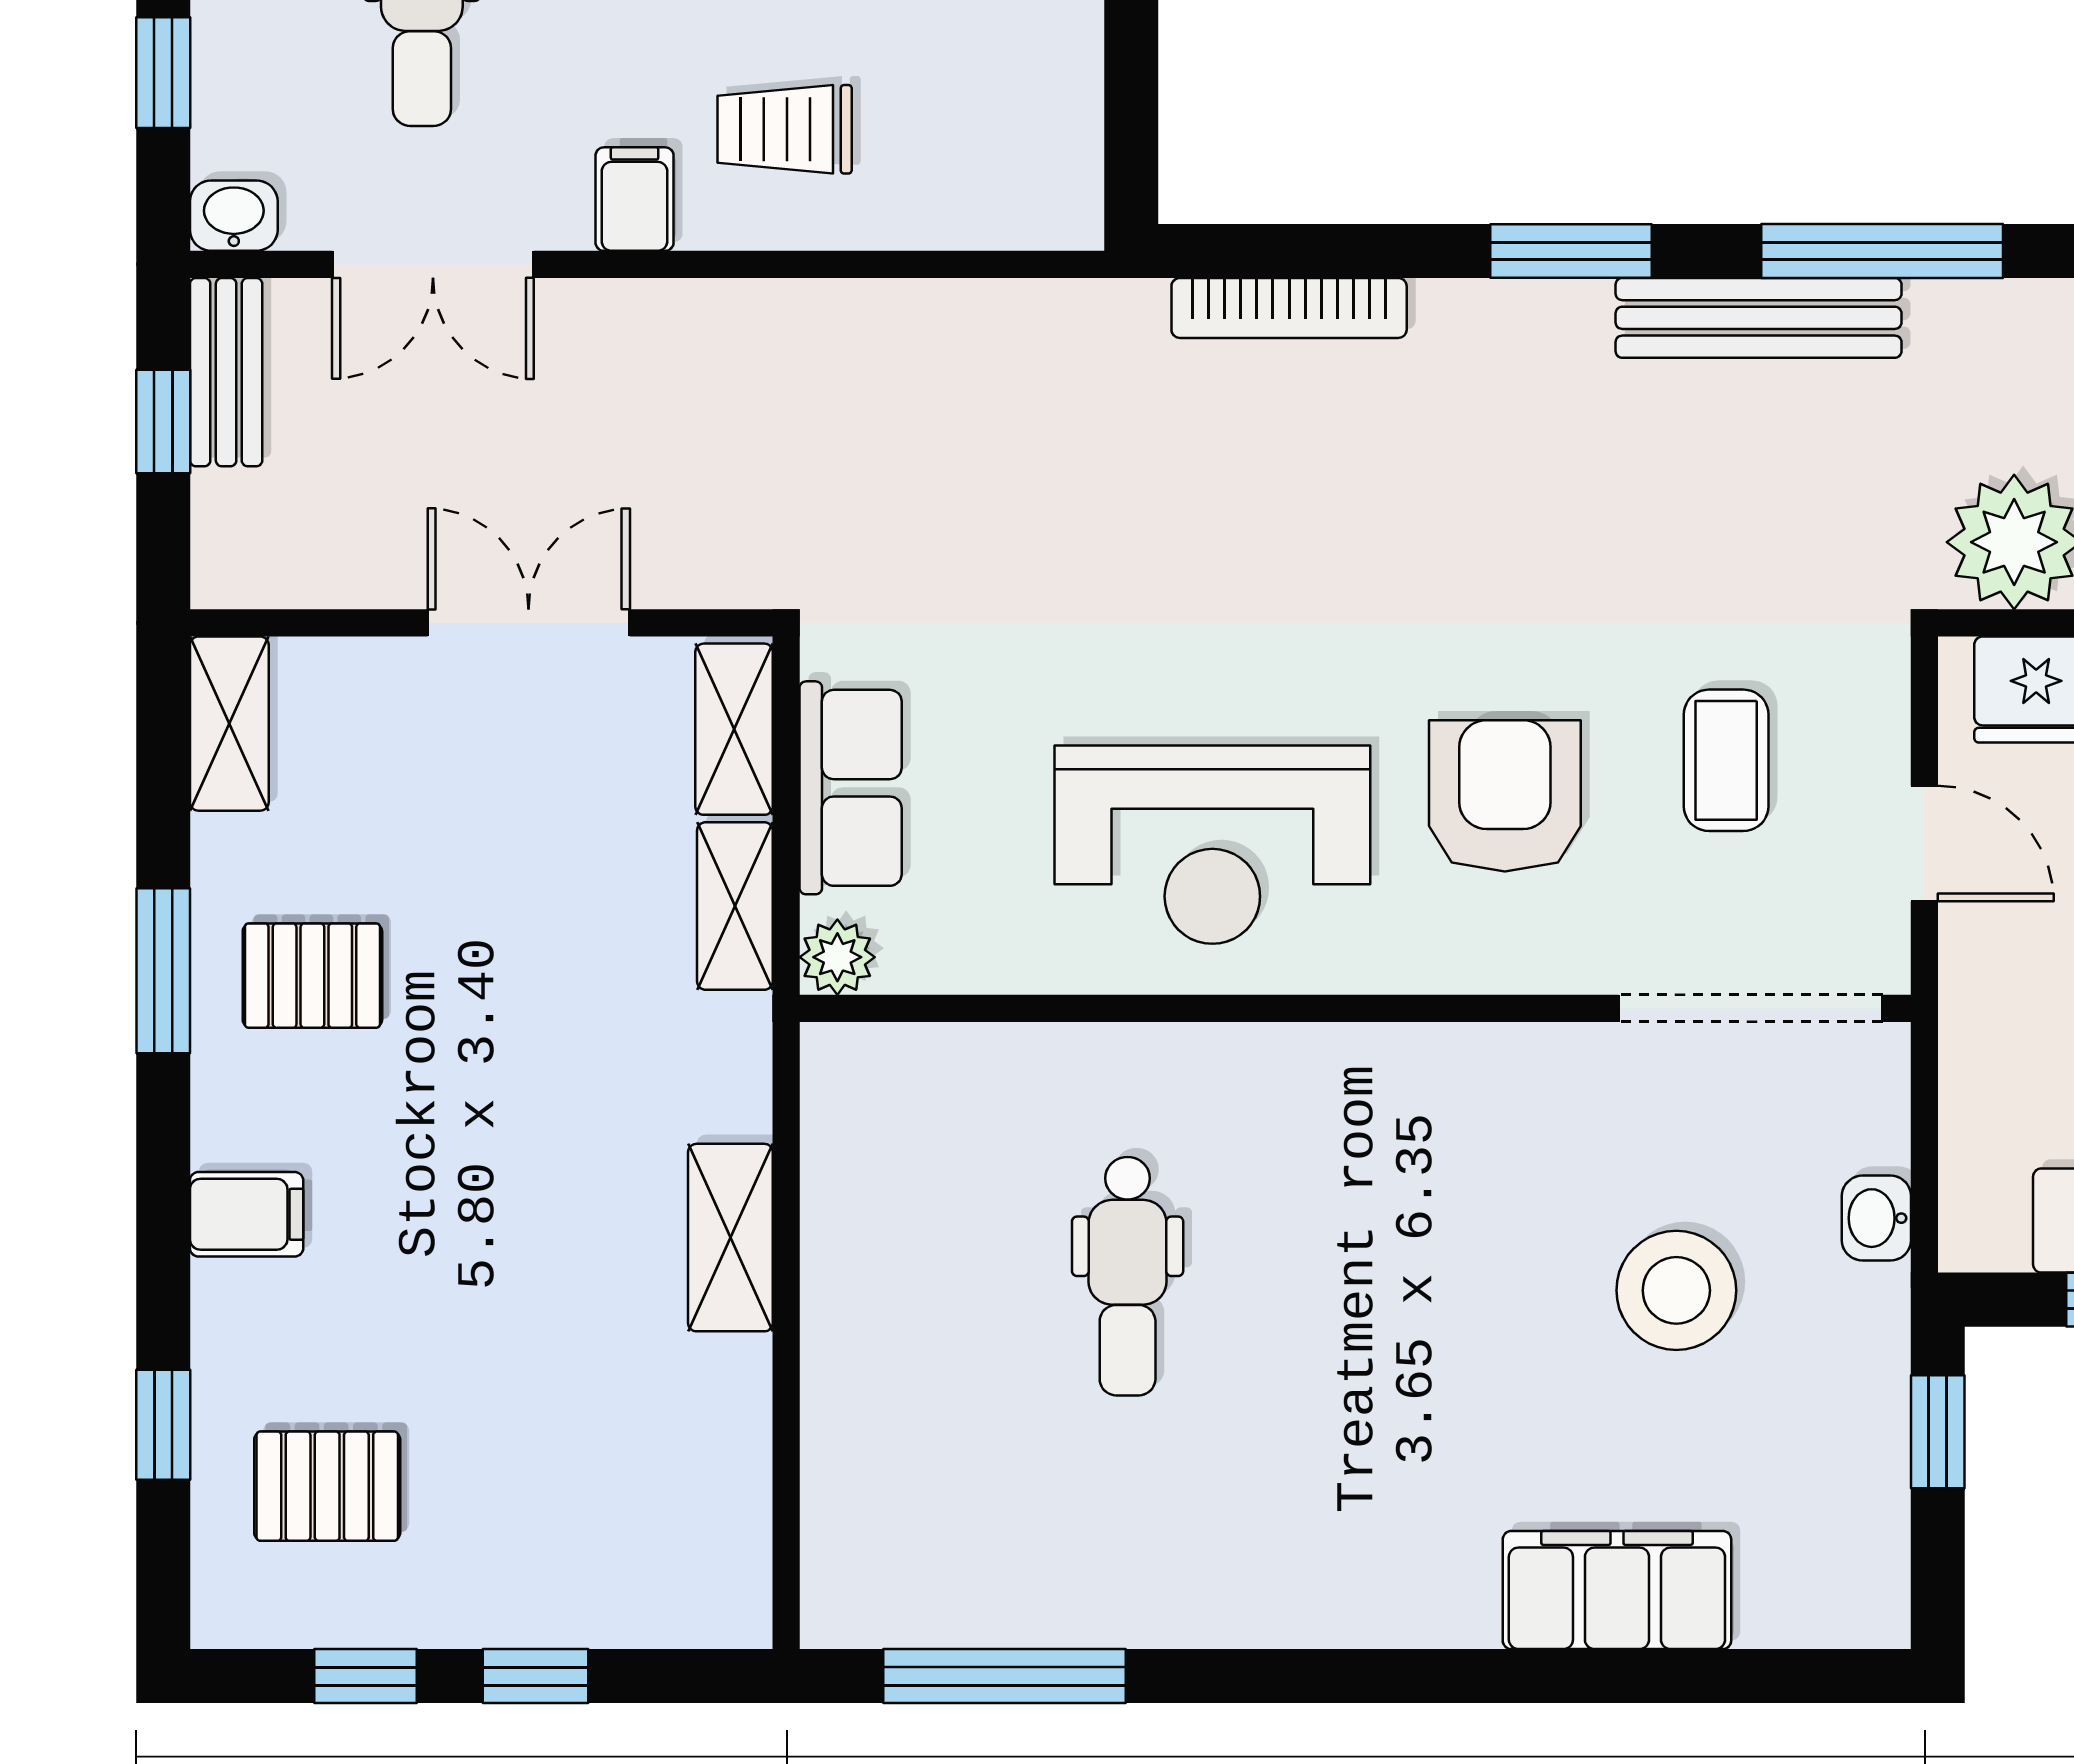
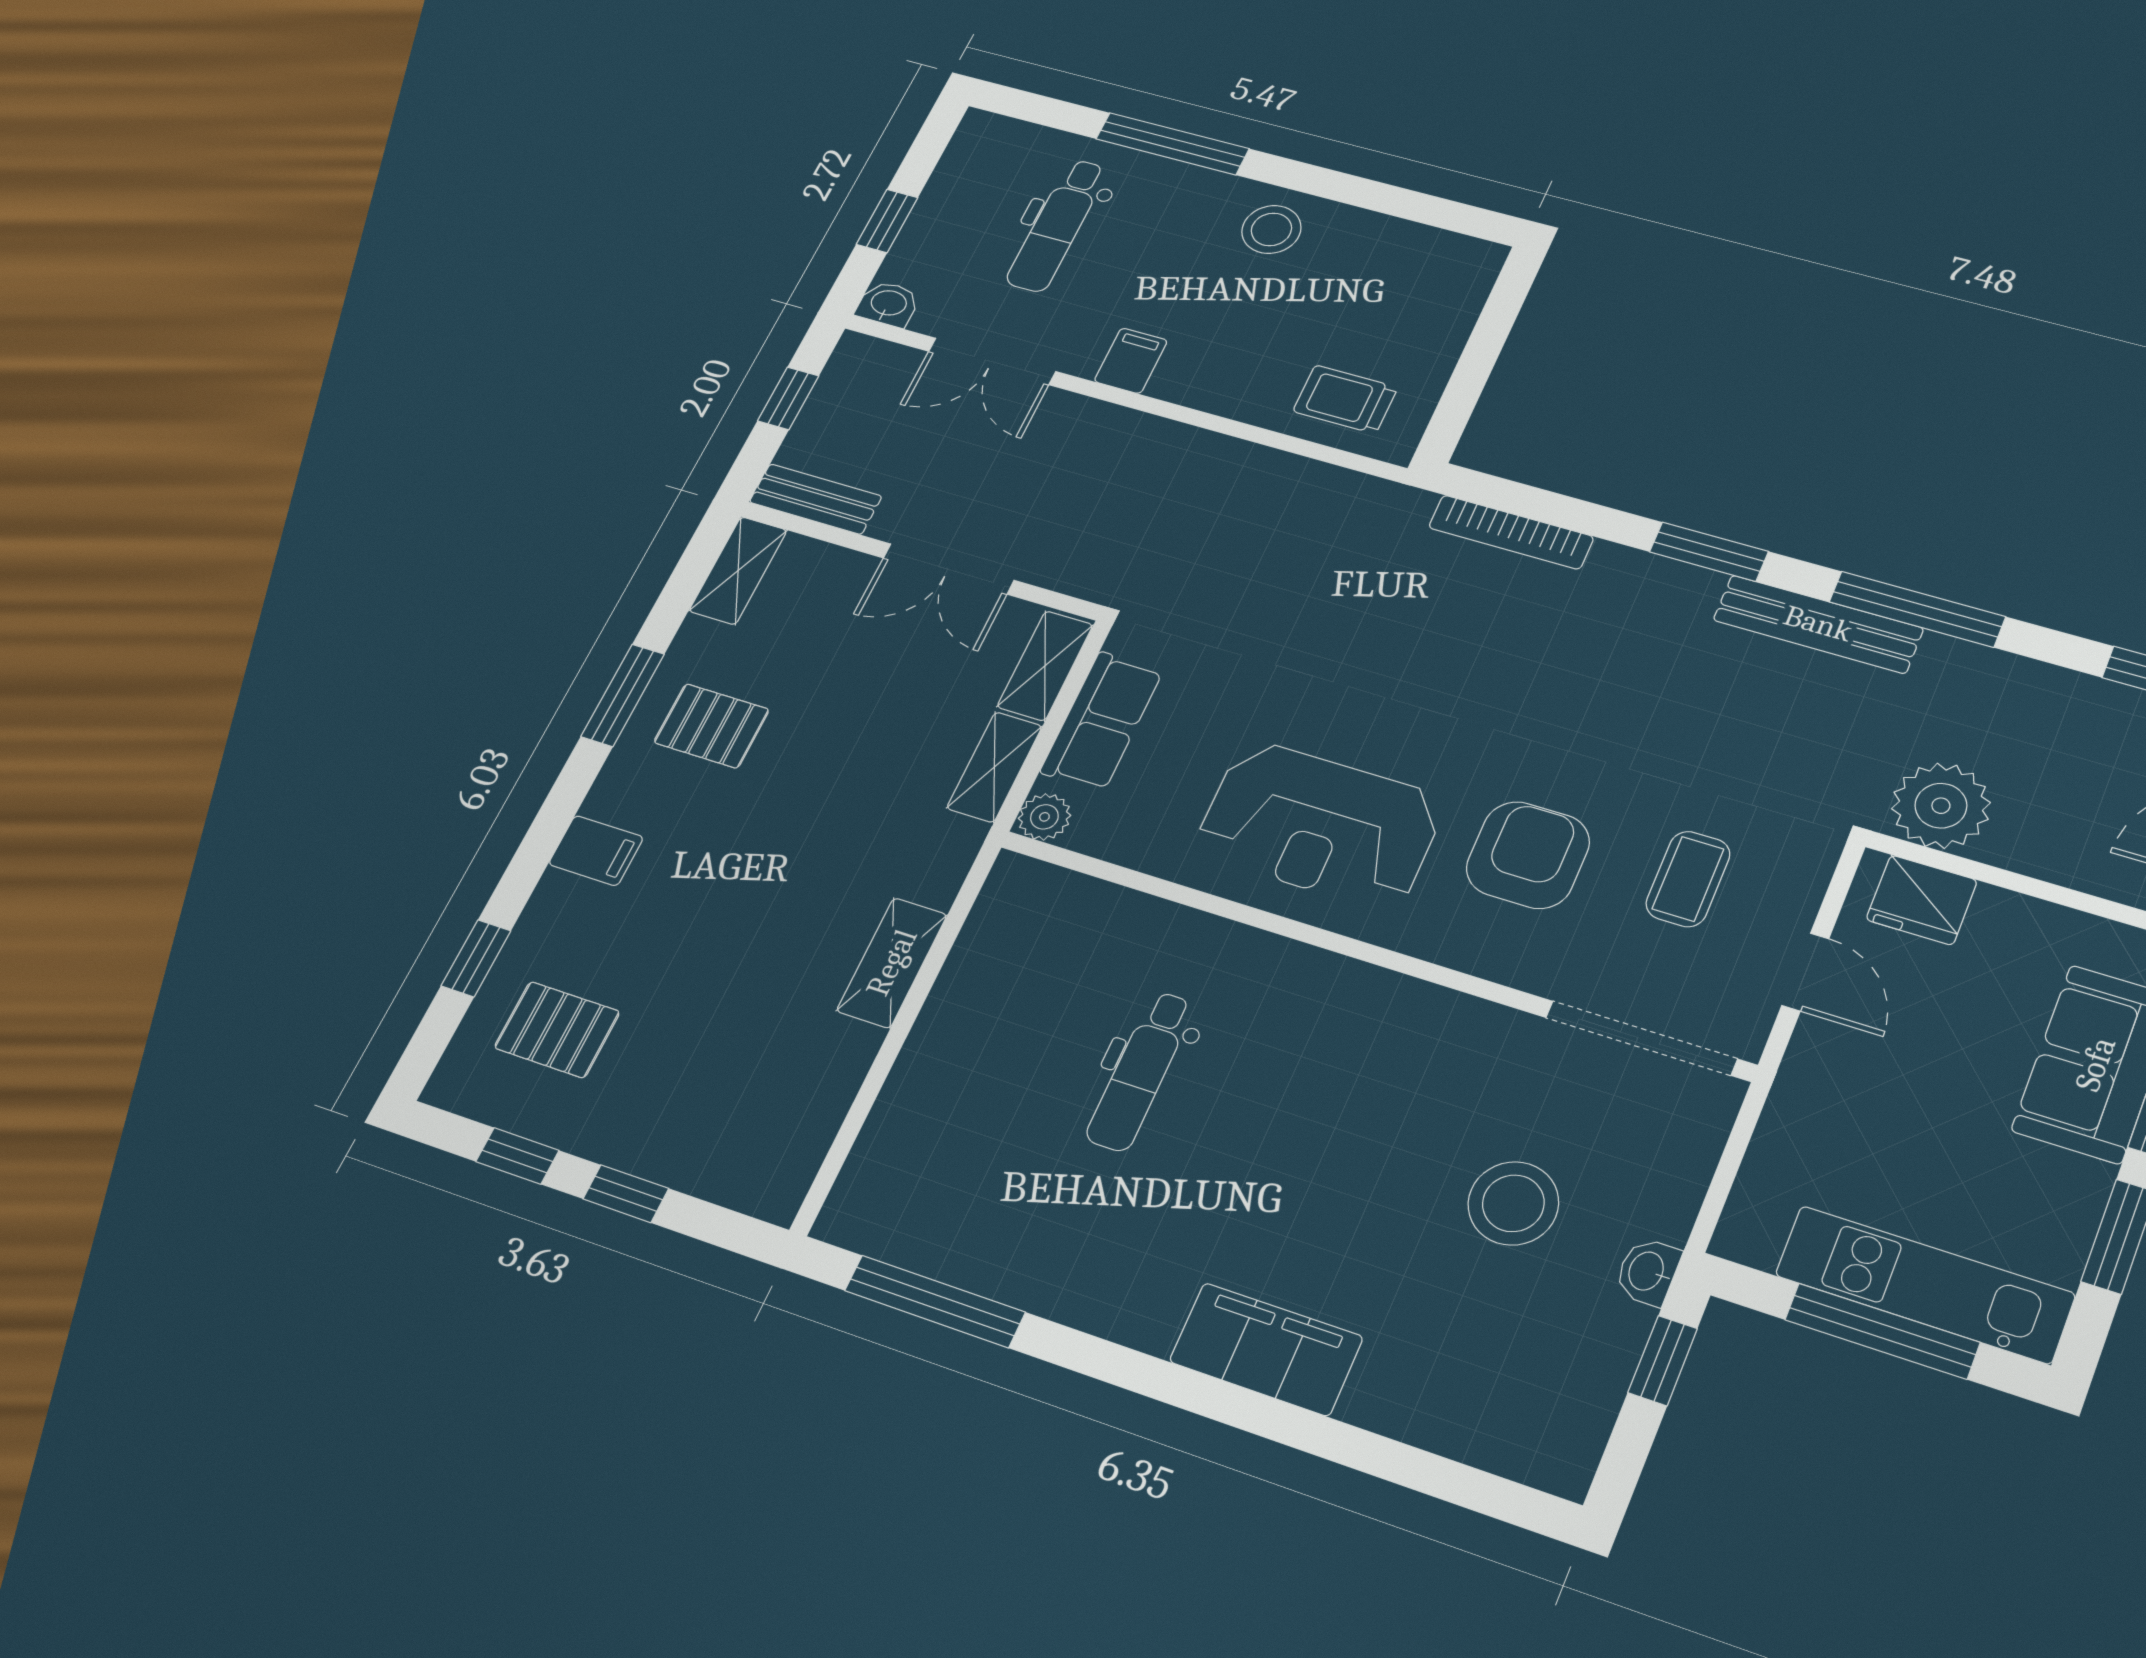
trolley: (785, 129) -> (1345, 399), moved
bench: (226, 372) -> (816, 499), moved, turned 90
double door: (529, 623) -> (949, 569), swing flipped
washbasin: (1876, 1218) -> (1648, 1272), moved
filing cabinet: (1617, 1590) -> (1266, 1349), moved

